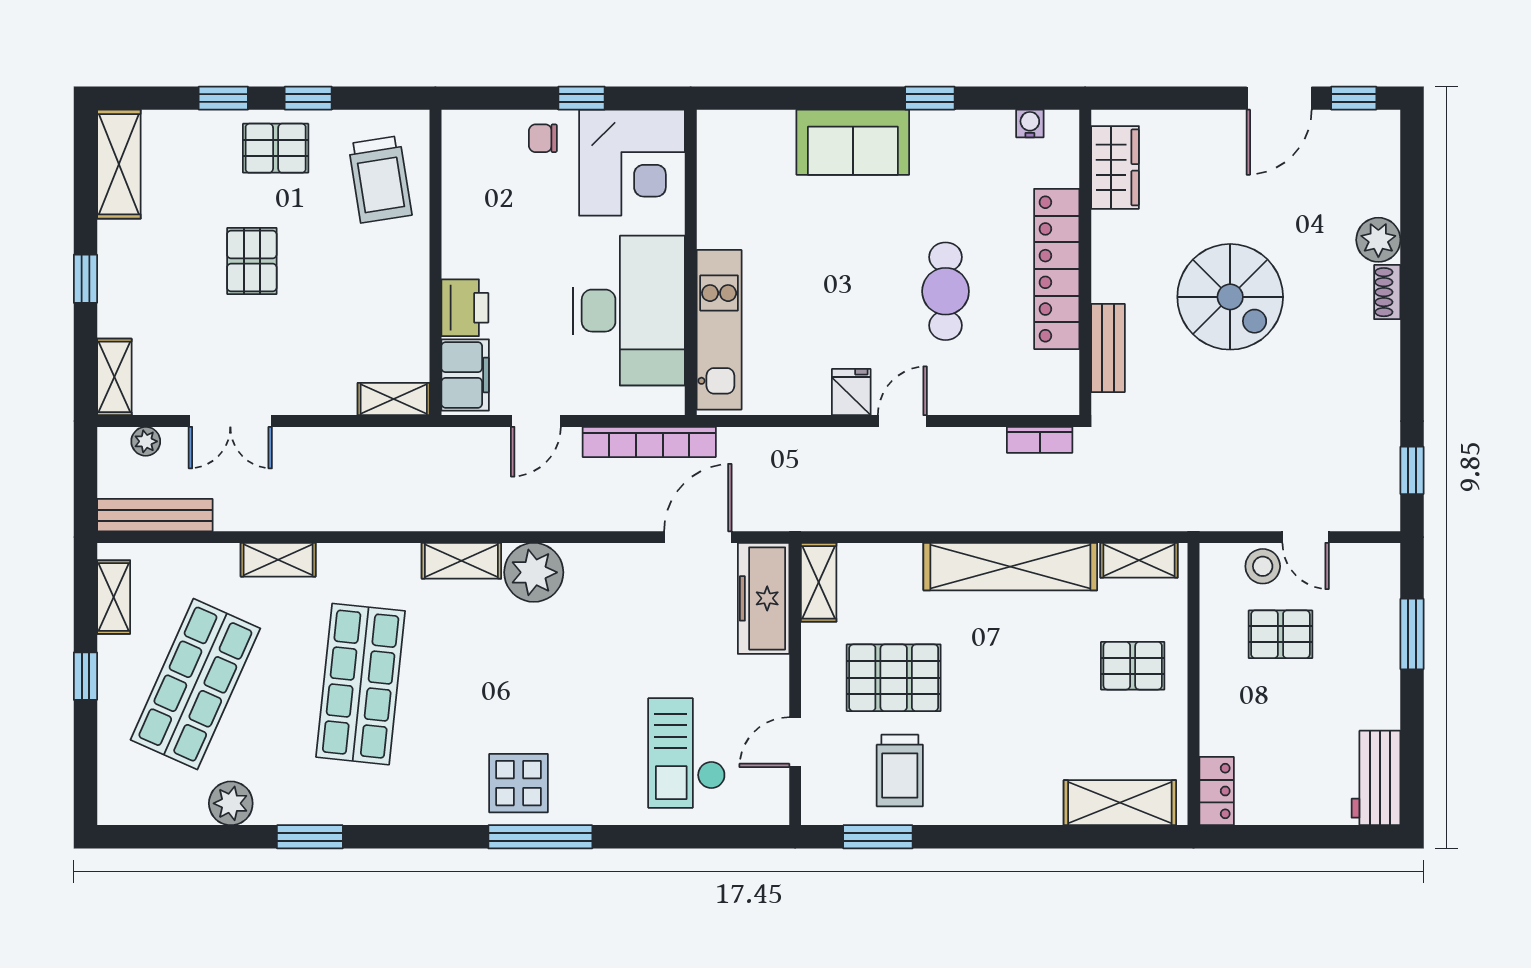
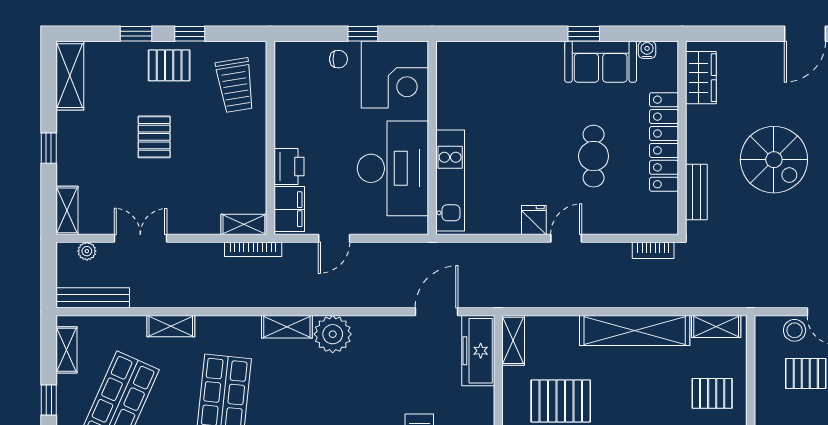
chair: (543, 138) -> (338, 59), turned 180
sofa: (853, 142) -> (601, 62), moved
double door: (230, 421) -> (140, 238), swing flipped
bookcase: (649, 442) -> (253, 249), moved, width x0.68, depth x0.76

